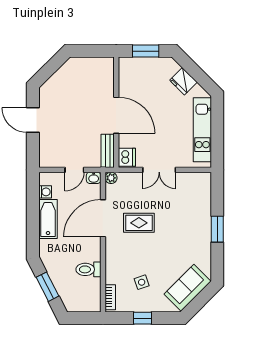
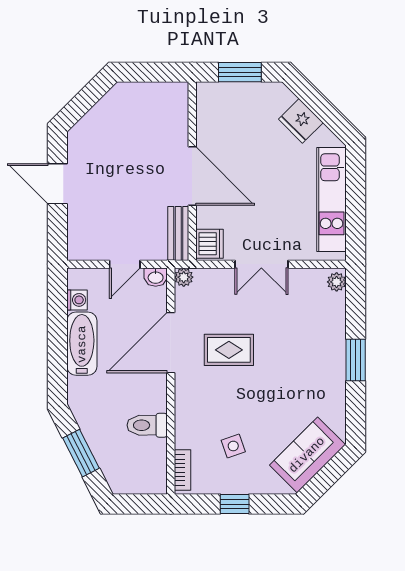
plant: (206, 181) -> (337, 282), added

